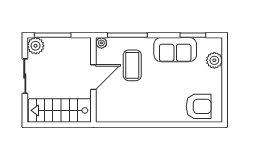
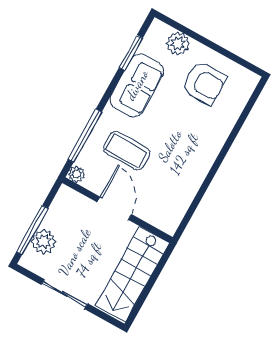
plant: (36, 46) -> (44, 242), moved
armchair: (199, 106) -> (204, 83), moved, turned 90

